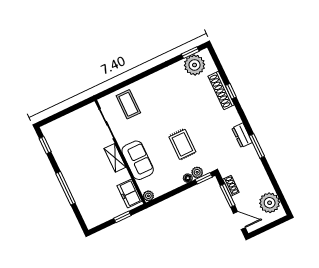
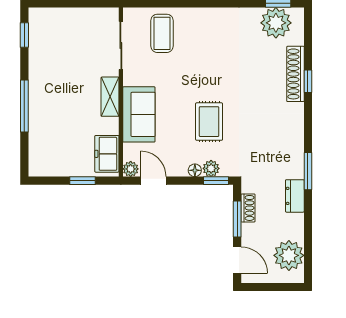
dresser: (242, 135) -> (295, 196), moved
door: (166, 196) -> (153, 181), added

